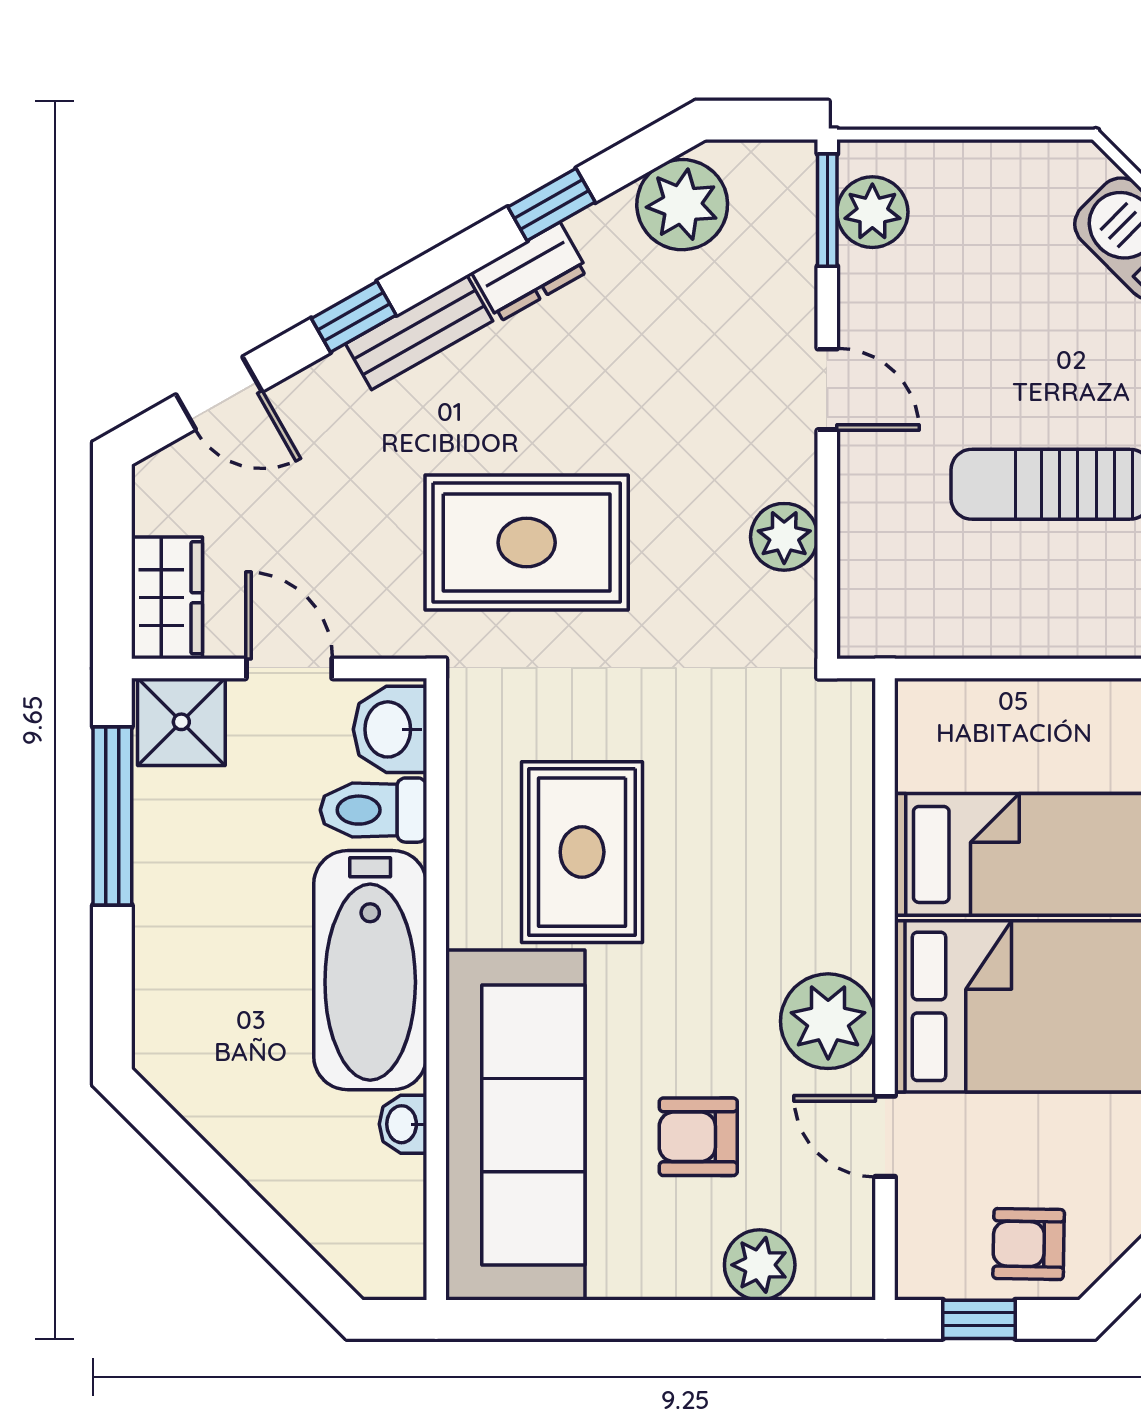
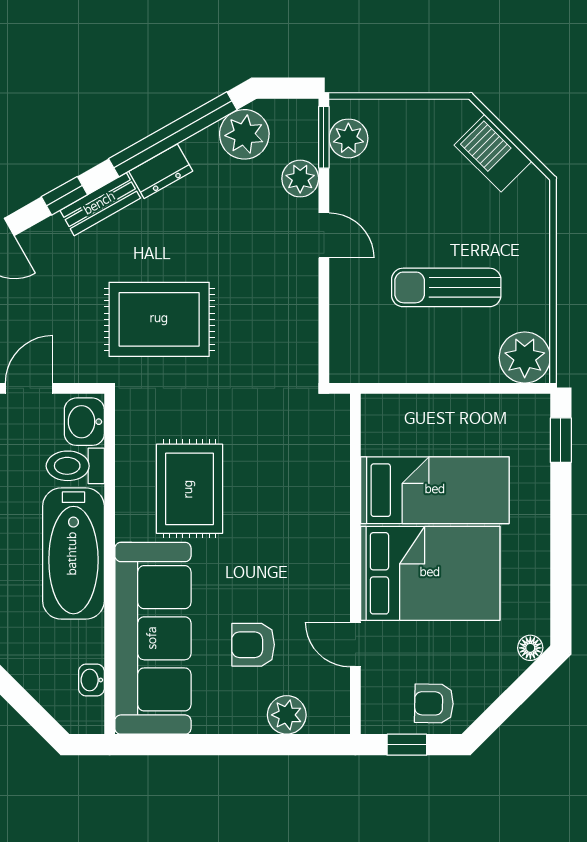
window: (552, 205) -> (173, 134), width x3.17
plant: (784, 537) -> (300, 179), moved
door: (289, 668) -> (29, 388), hinge flipped
plant: (828, 1021) -> (324, 581), removed
washbasin: (403, 1124) -> (91, 680), moved

